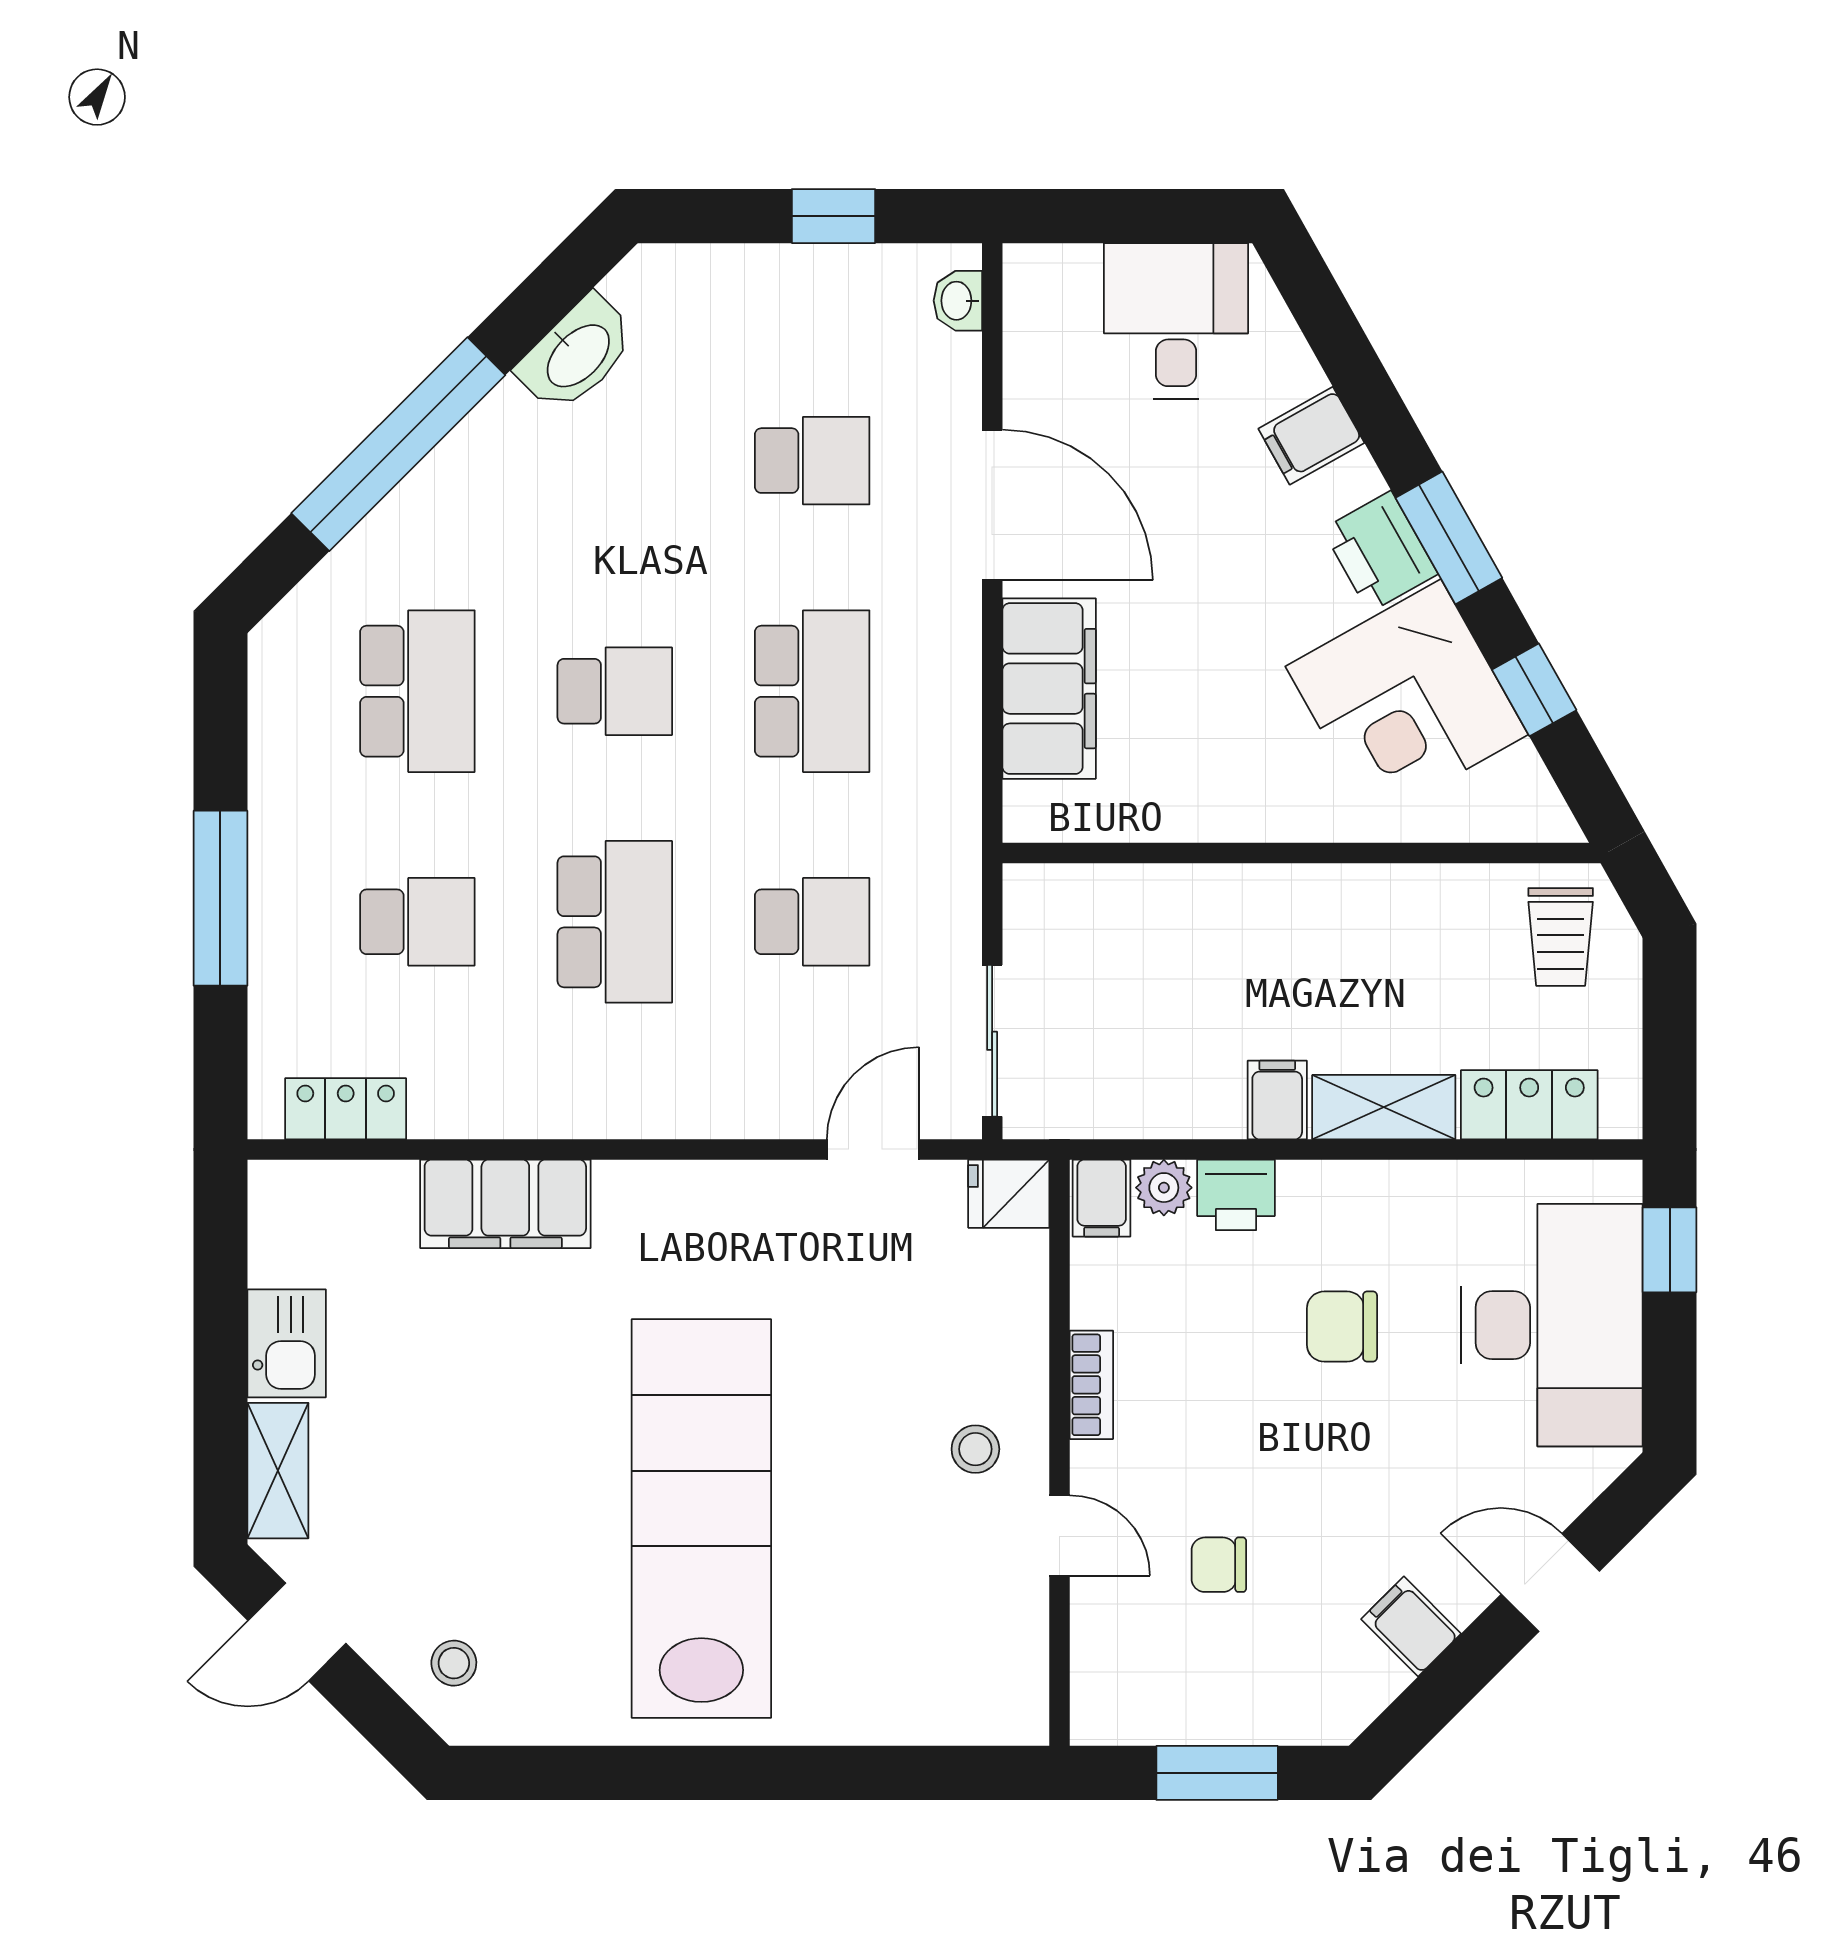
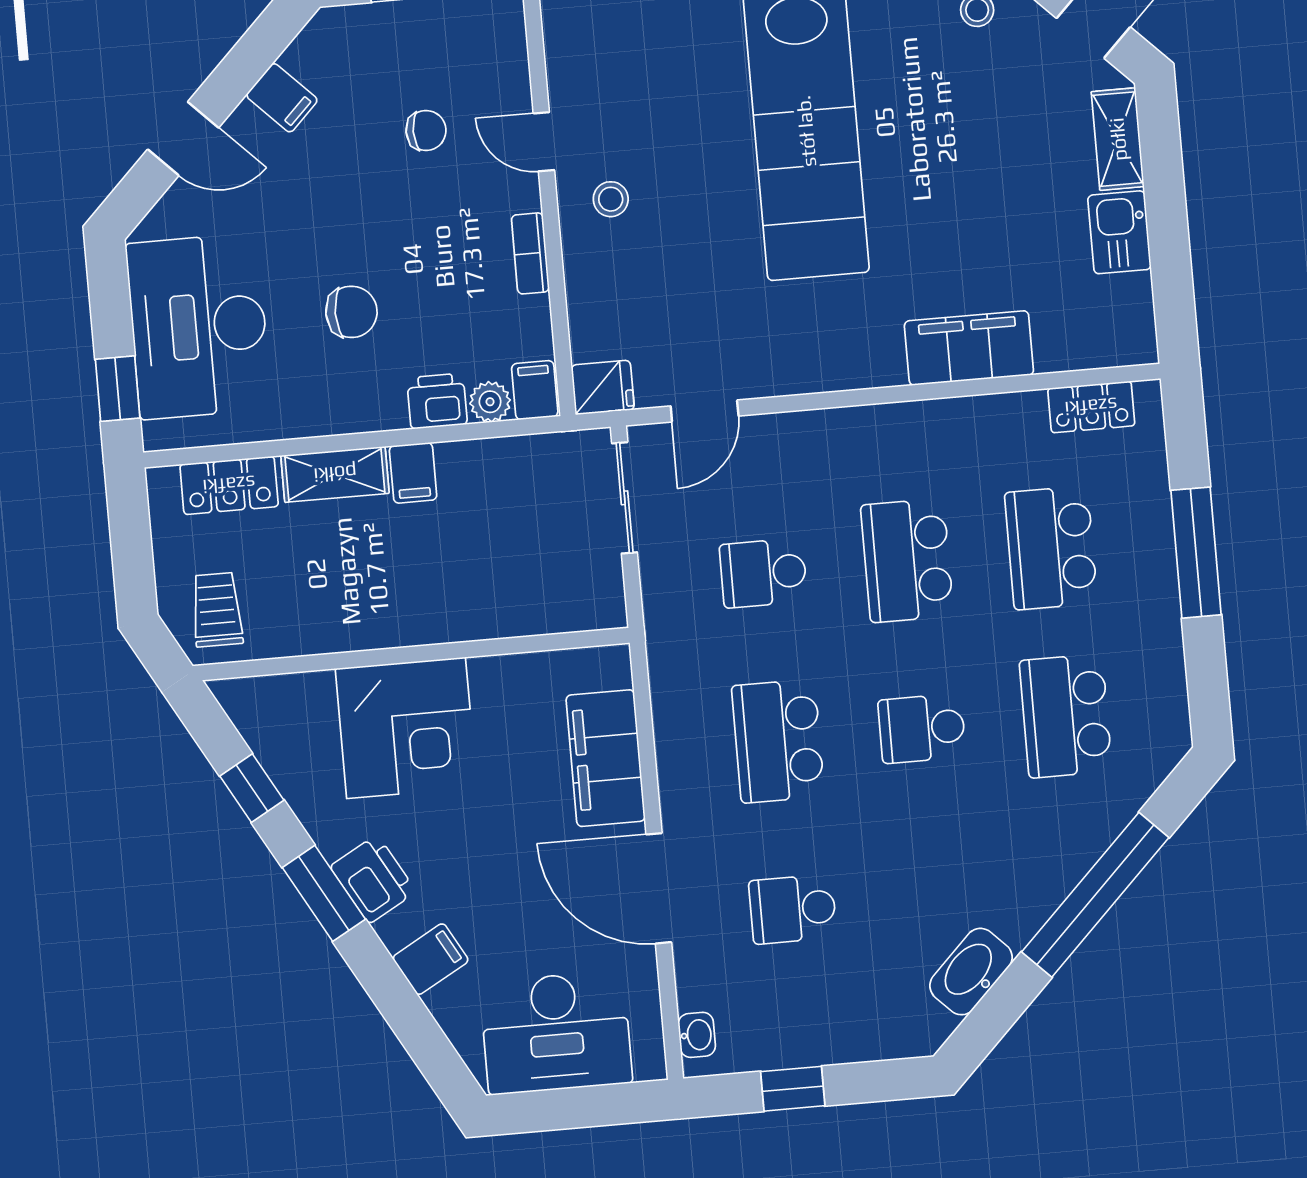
desk: (1176, 321) -> (556, 1032), width x1.37
corner desk: (1407, 700) -> (406, 728), moved, turned 119
school desk: (417, 922) -> (1051, 548), width x1.85

